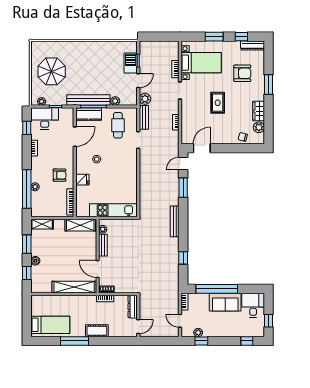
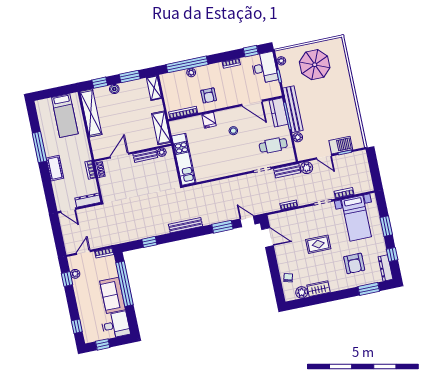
window: (269, 84) -> (369, 289), moved
shelving: (74, 287) -> (91, 113), moved
bed: (50, 325) -> (65, 116), moved

